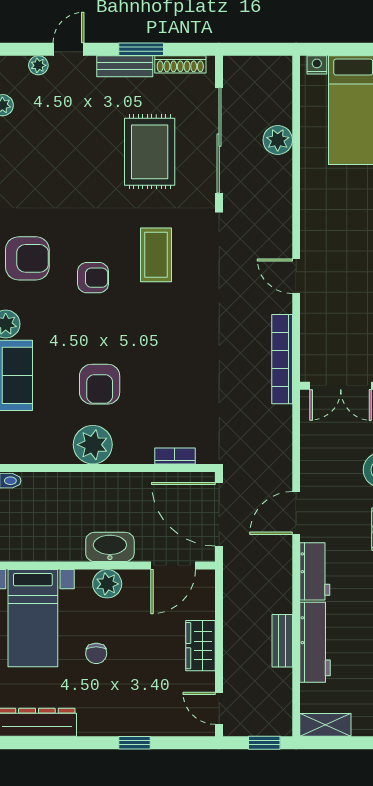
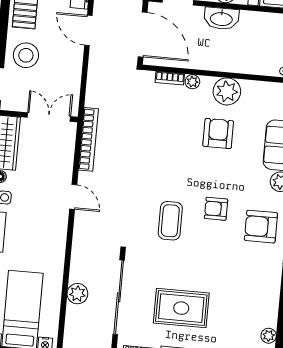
rug: (150, 152) -> (181, 308), moved, turned 90
plant: (143, 454) -> (192, 82), added
door: (296, 513) -> (88, 30), swing flipped

